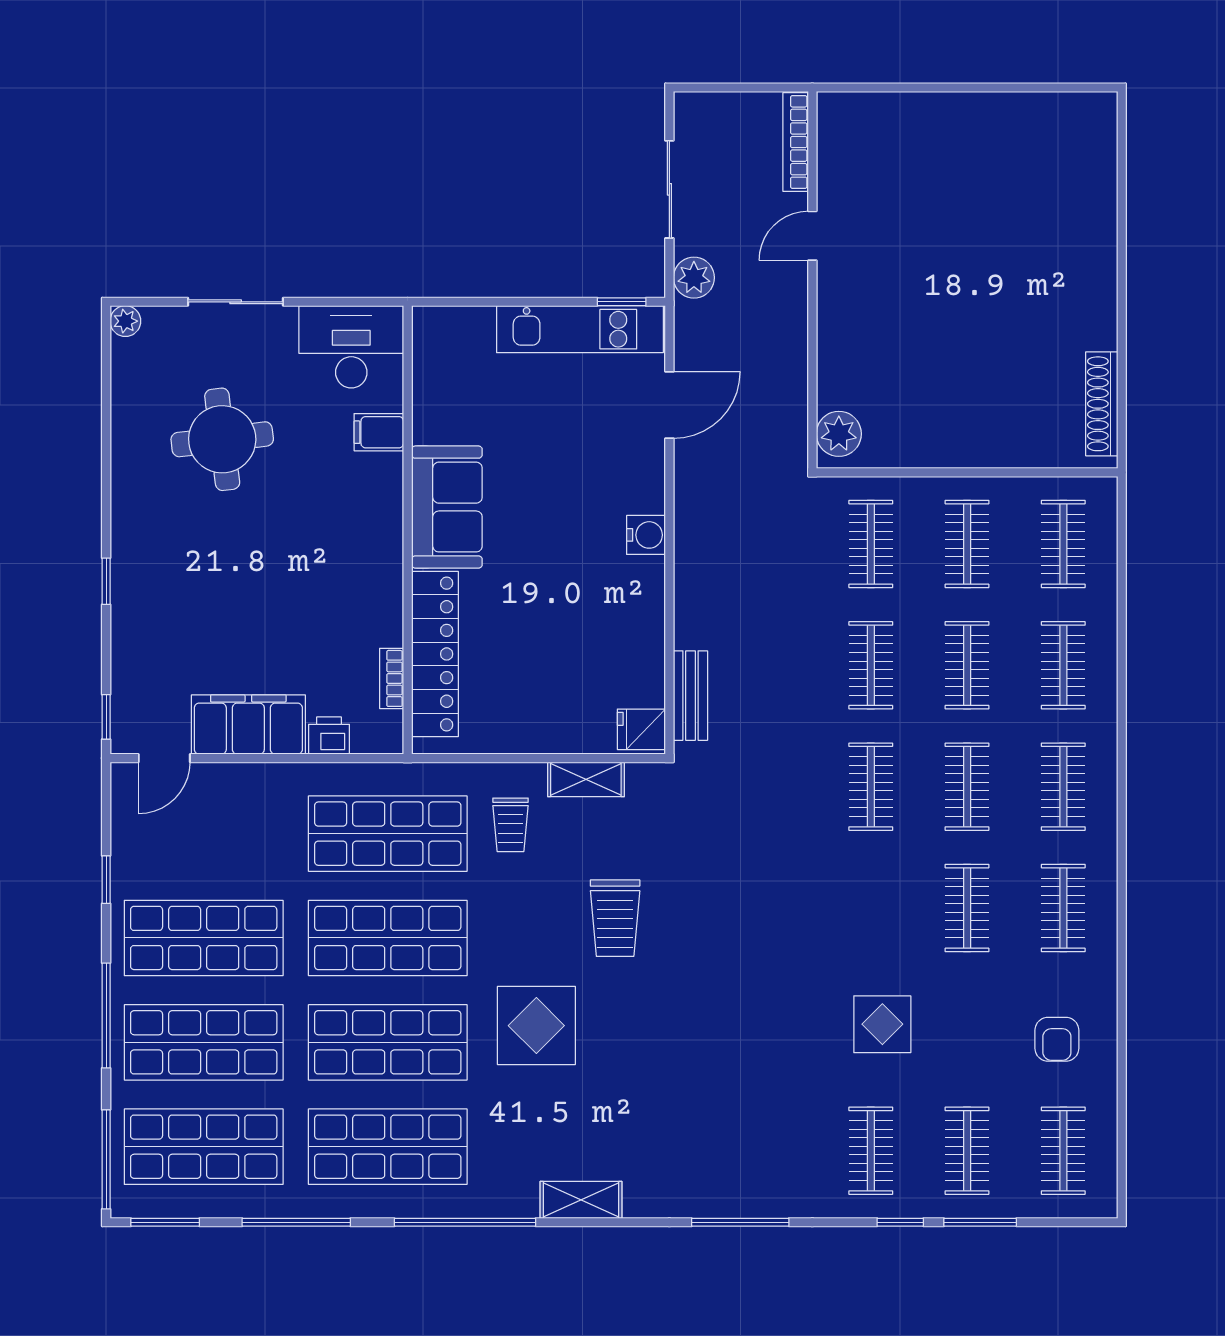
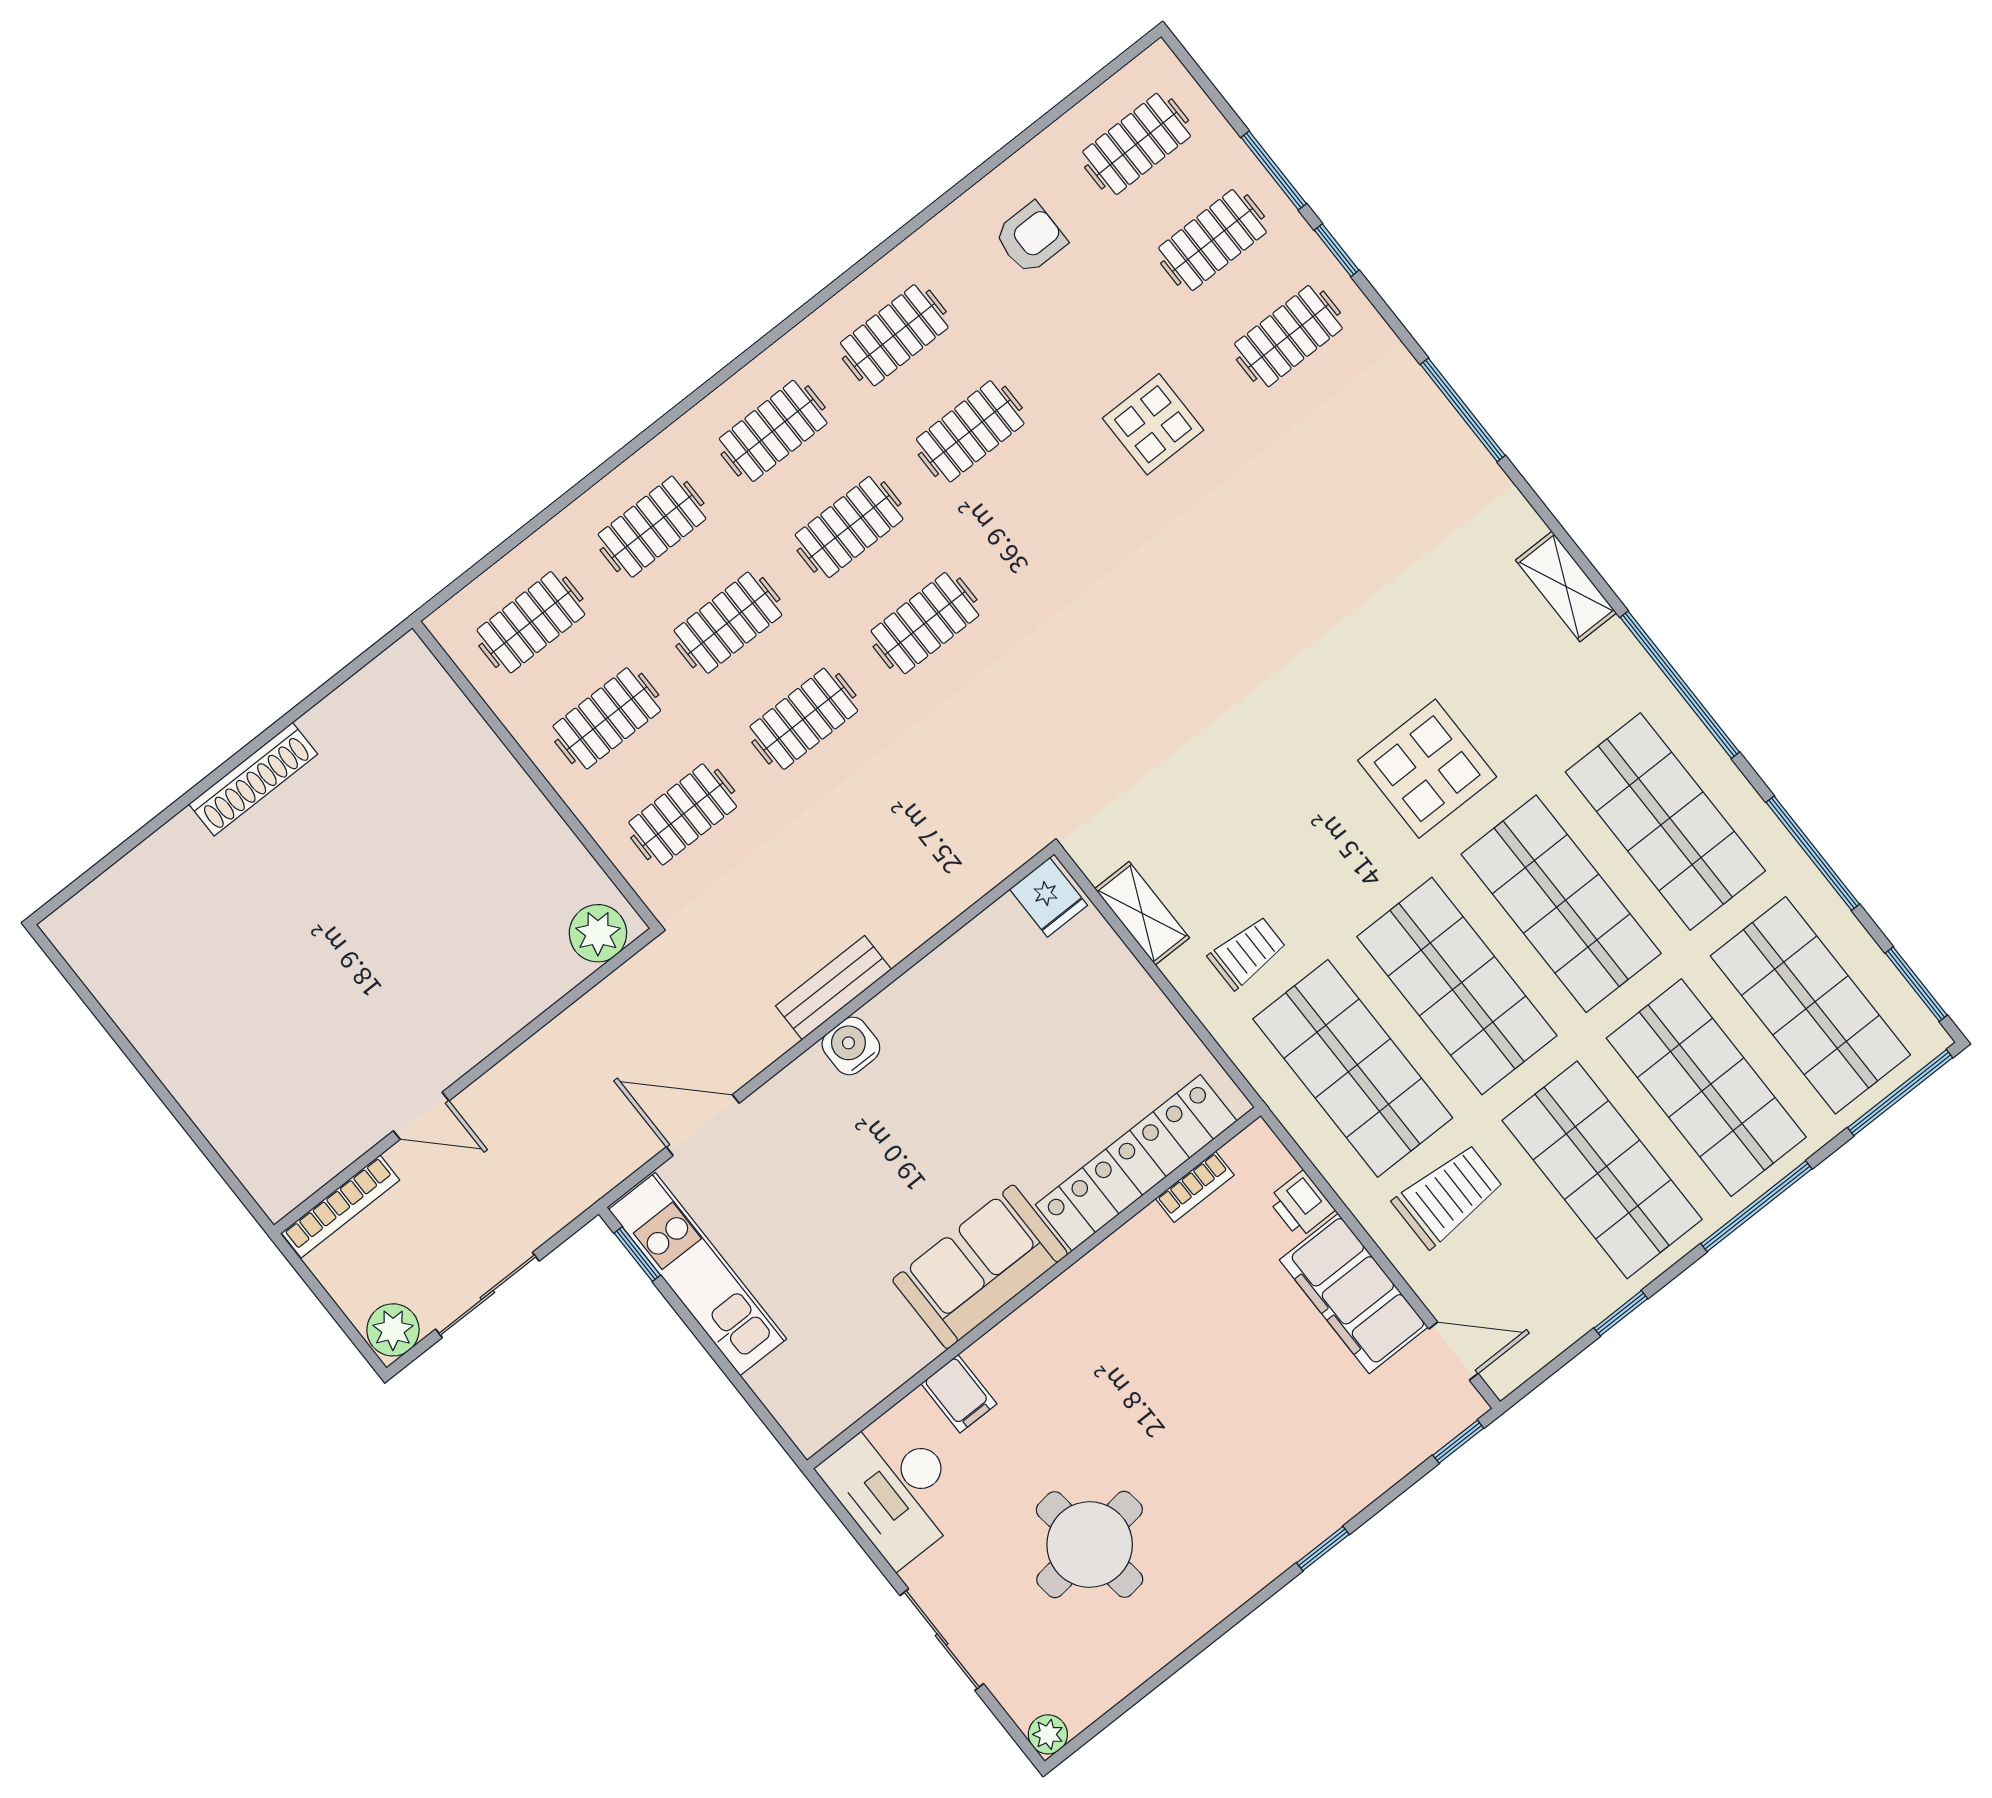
plant: (694, 278) -> (393, 1330), moved
shoe rack: (1102, 404) -> (253, 779), moved
bench: (690, 696) -> (833, 988), moved
trolley: (615, 918) -> (1448, 1196), moved

